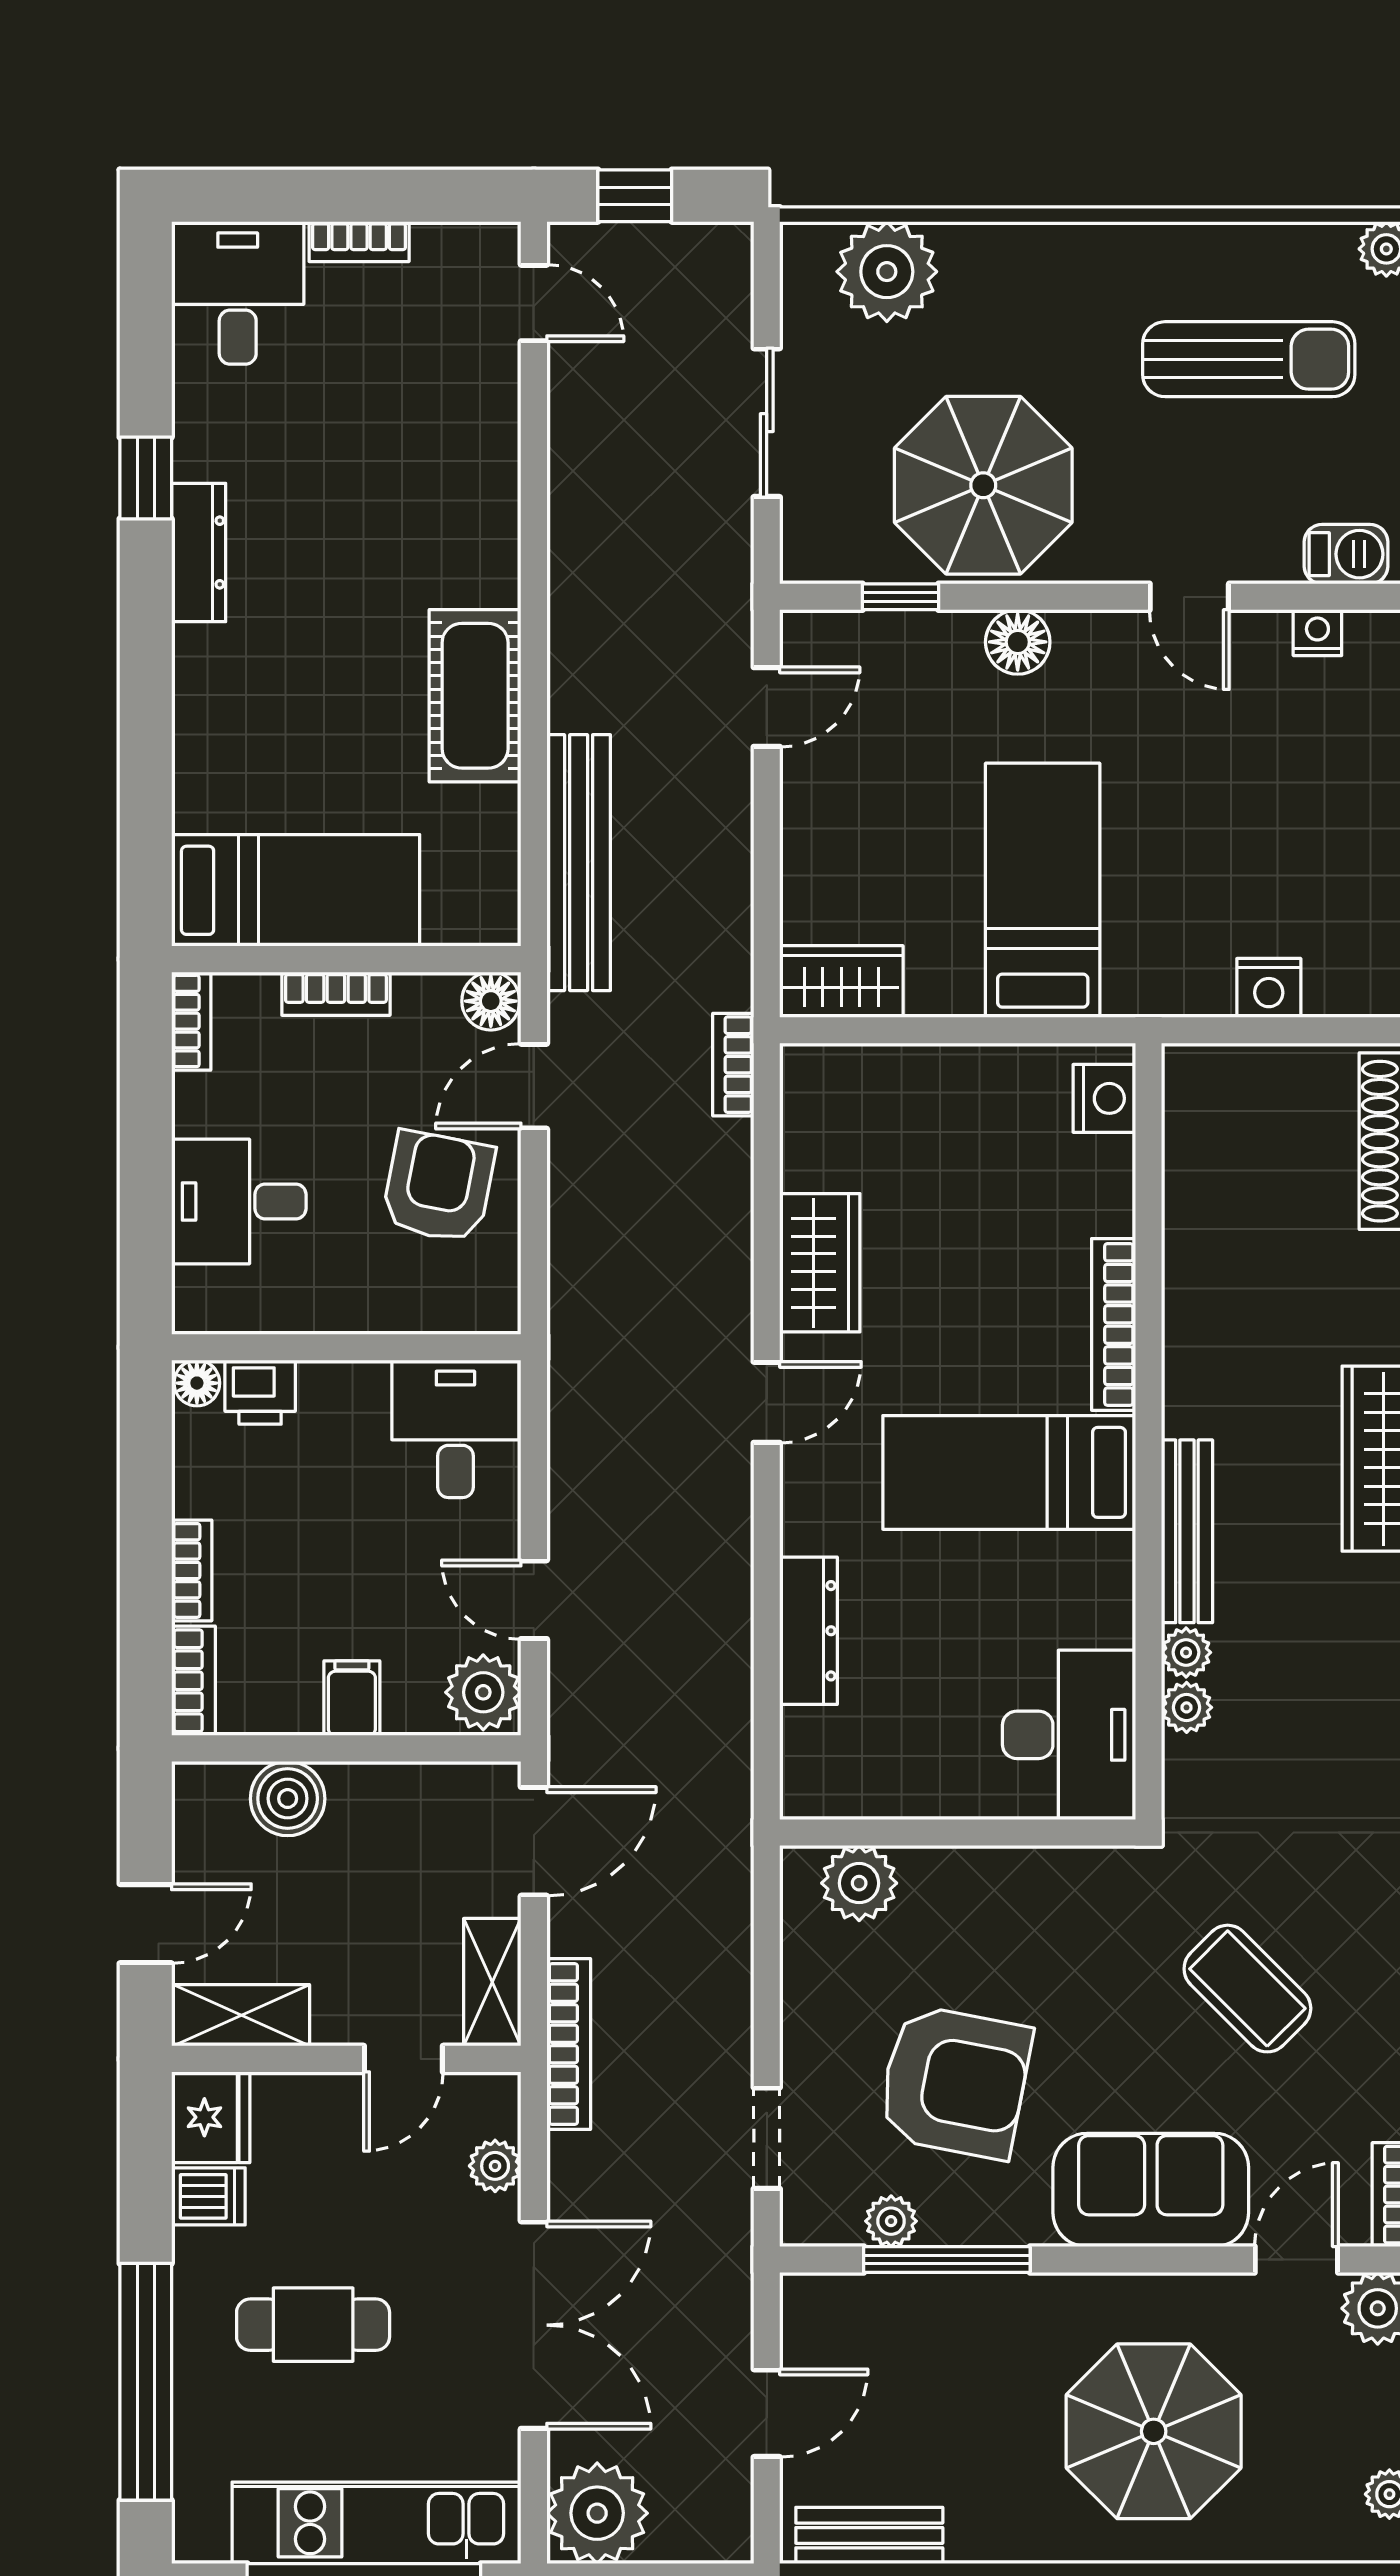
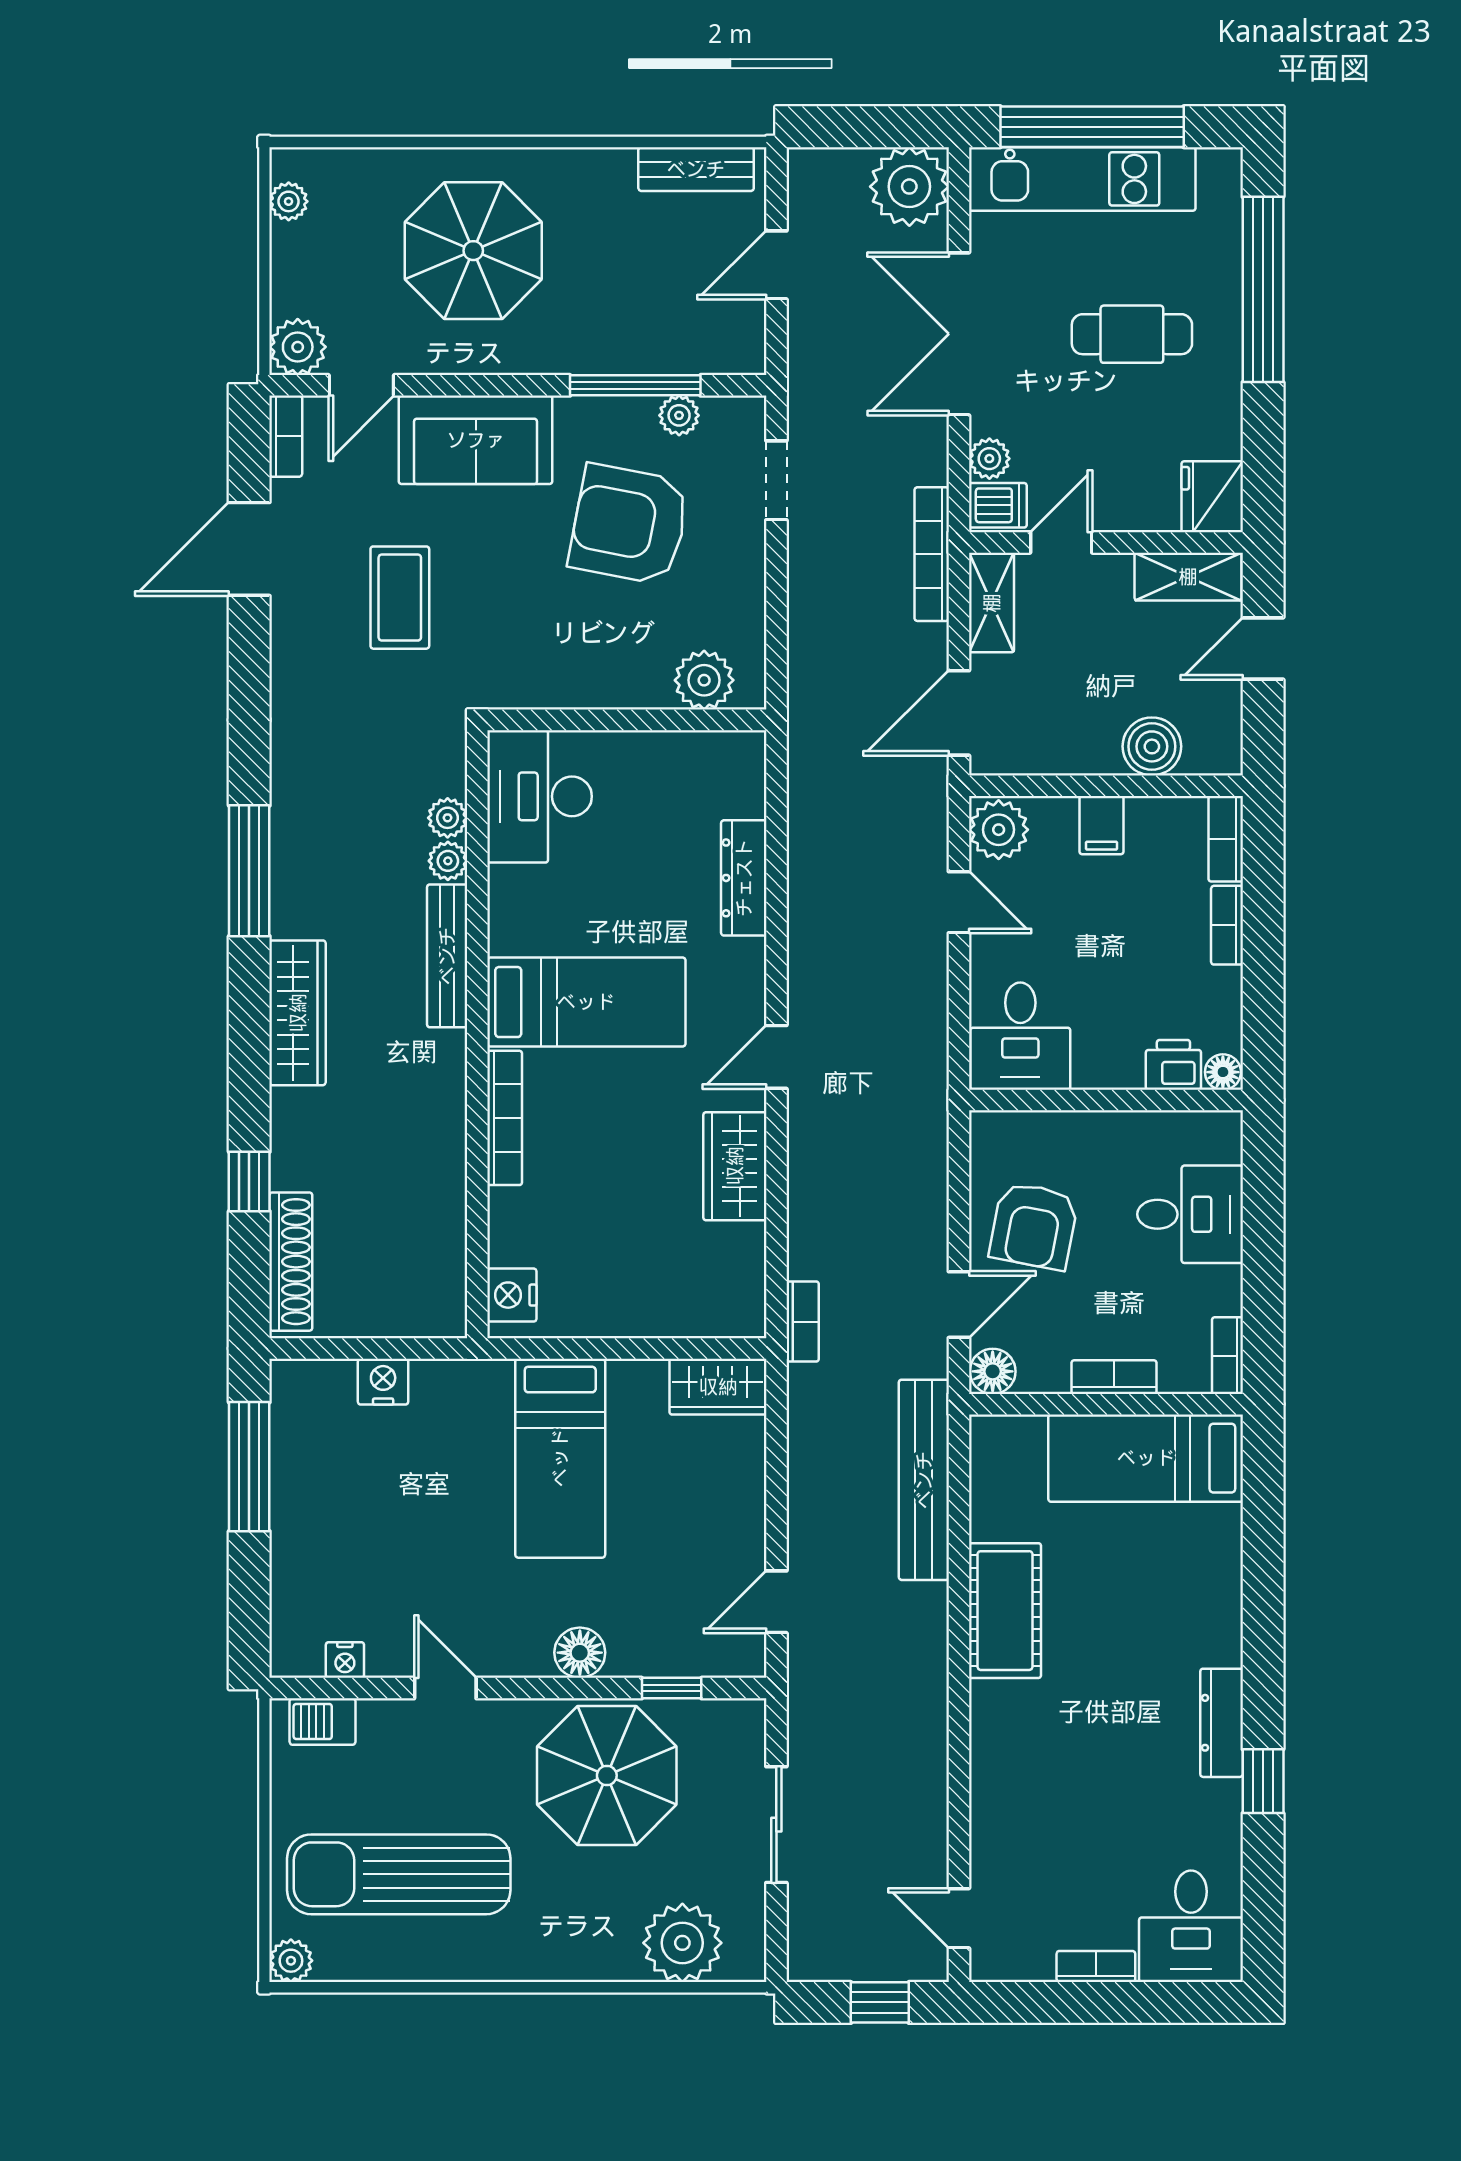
sun lounger: (1249, 359) -> (399, 1874), width x1.36, depth x1.34
coffee table: (1247, 1989) -> (400, 598), turned 45
dishwasher: (208, 2196) -> (998, 505), moved, turned 180

